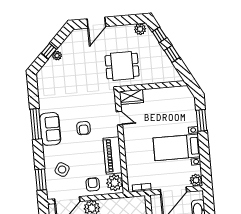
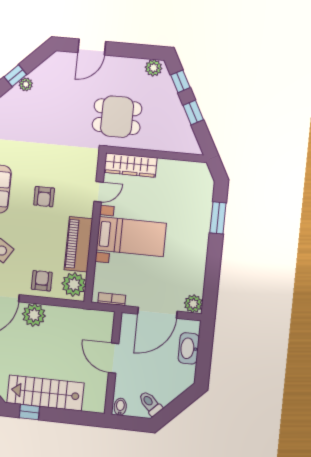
wardrobe: (131, 97) -> (130, 165), width x1.50
door: (119, 118) -> (99, 192), hinge flipped
bed with nightstands: (177, 147) -> (131, 237), moved, turned 180

